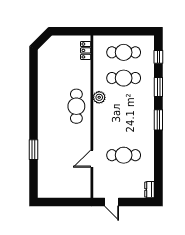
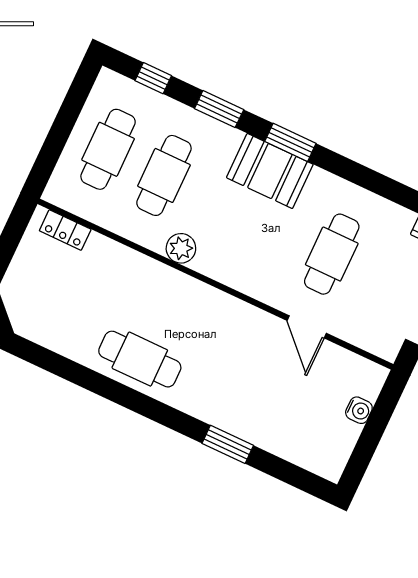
cafe table: (76, 106) -> (140, 359), moved
booth: (144, 117) -> (270, 171), added
water cooler: (70, 193) -> (359, 410), added

